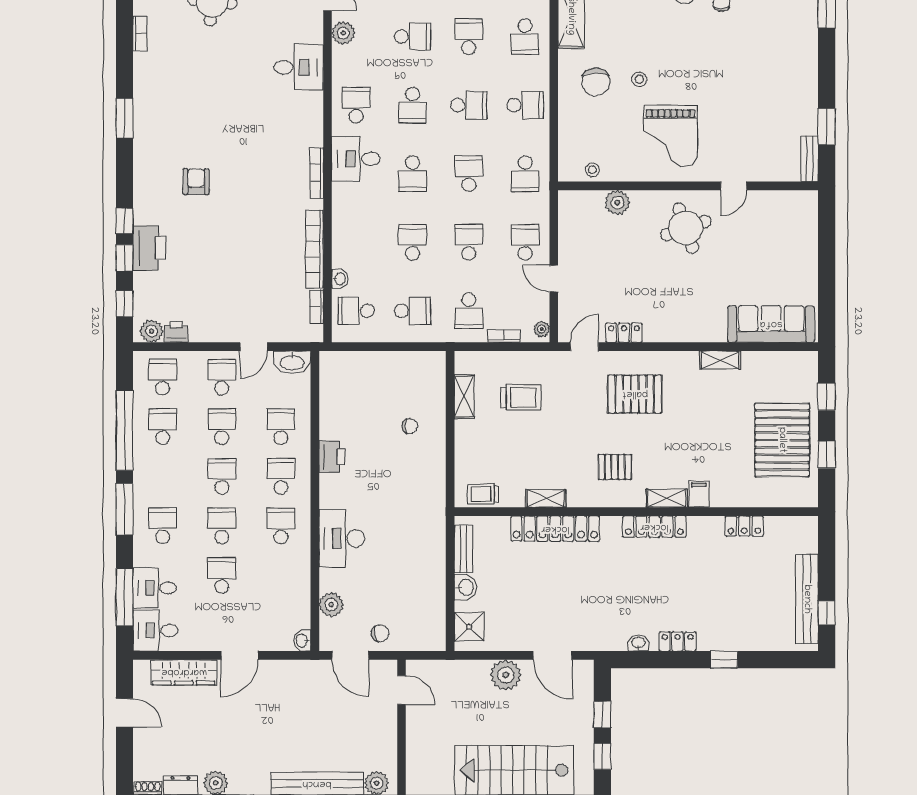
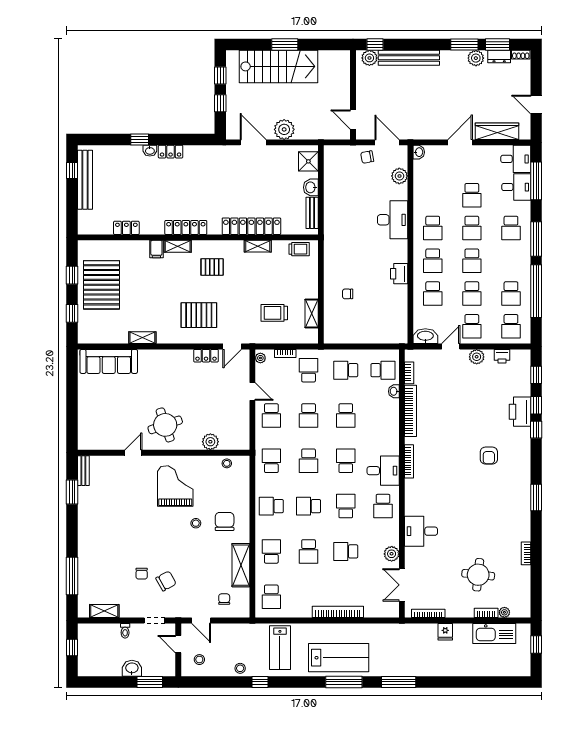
plant: (152, 331) -> (477, 357), moved
washbasin: (638, 643) -> (150, 151), moved

